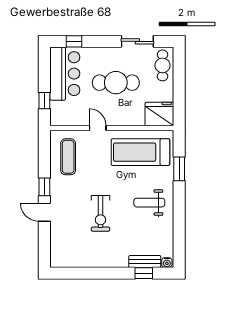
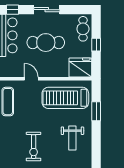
sliding door: (137, 41) -> (47, 10), moved
window: (179, 85) -> (96, 45), added
weight bench: (149, 203) -> (72, 138), turned -90

